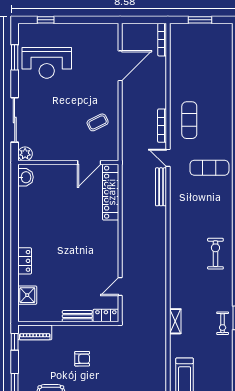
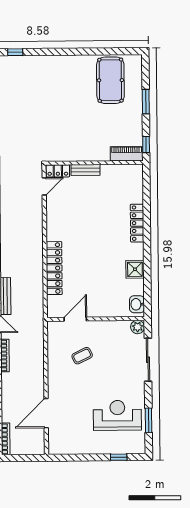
coffee table: (98, 122) -> (82, 356), moved
locker: (111, 192) -> (54, 268), moved
locker: (25, 261) -> (137, 223), width x1.53
door: (120, 287) -> (44, 186), moved
shower: (27, 295) -> (135, 269), moved
armchair: (82, 359) -> (80, 129), removed

